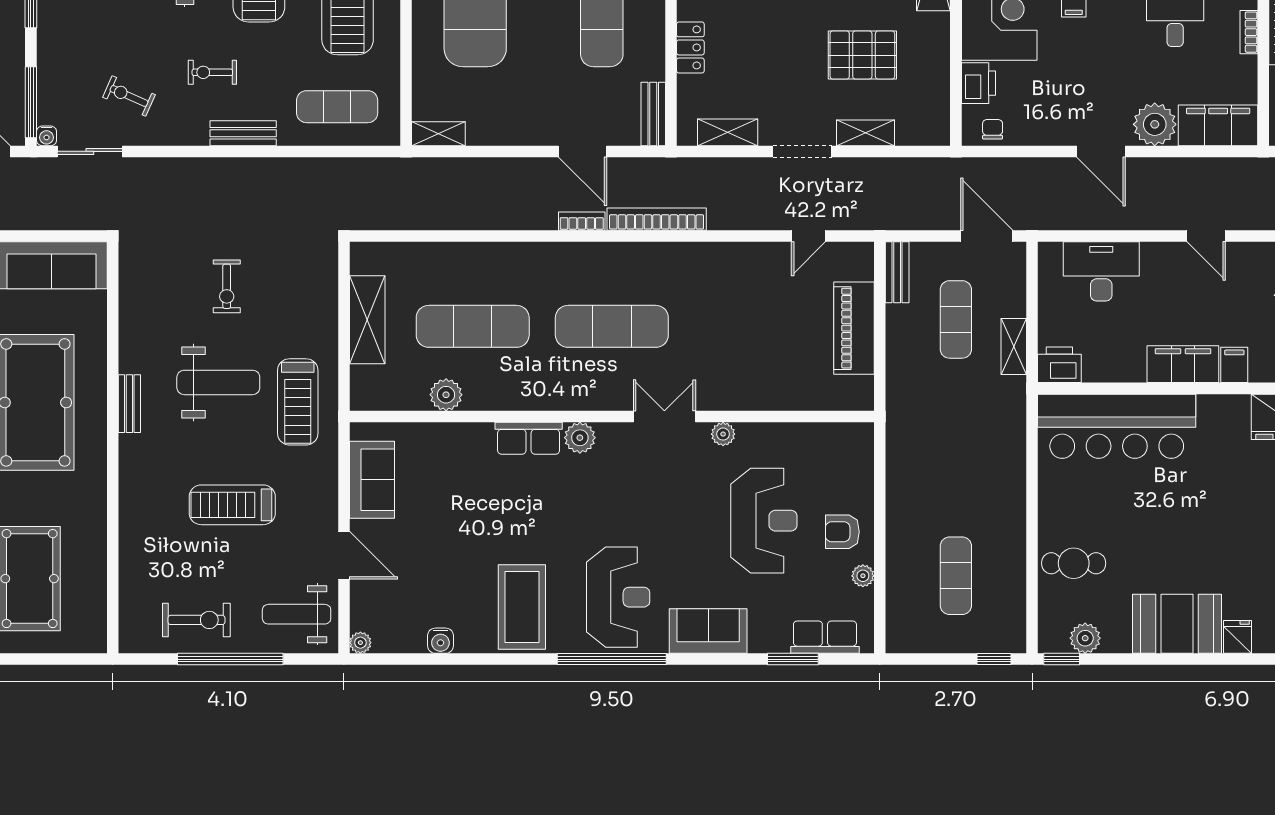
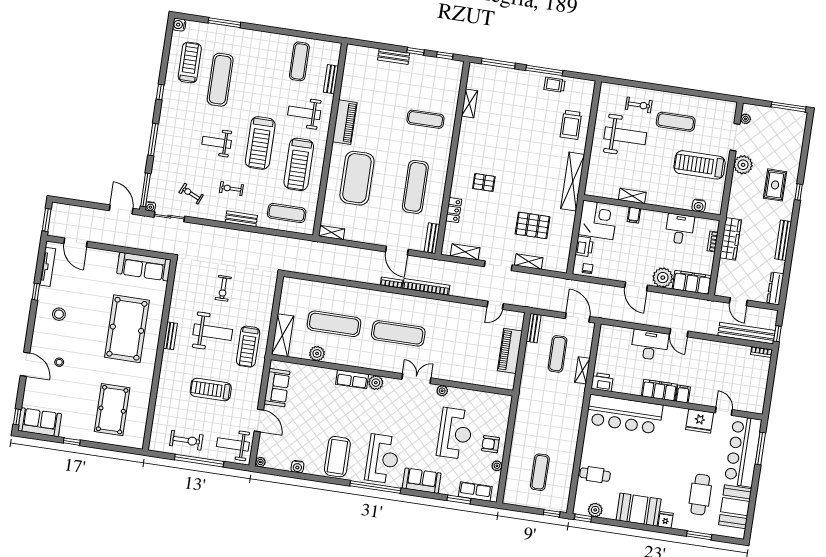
desk: (1101, 271) -> (650, 345), moved
shelving: (367, 320) -> (283, 335), moved

